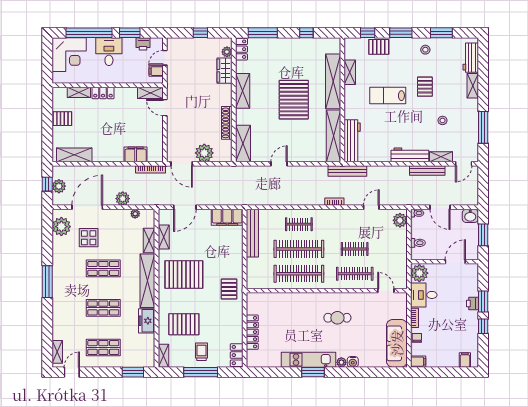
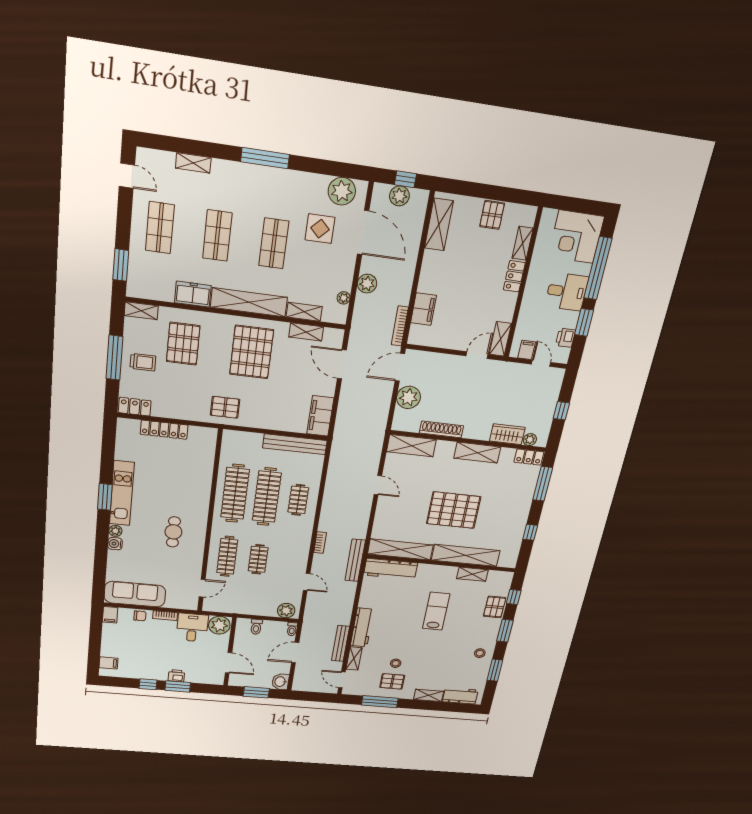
pallet: (425, 87) -> (392, 681), moved
shelving: (57, 352) -> (193, 163), moved

